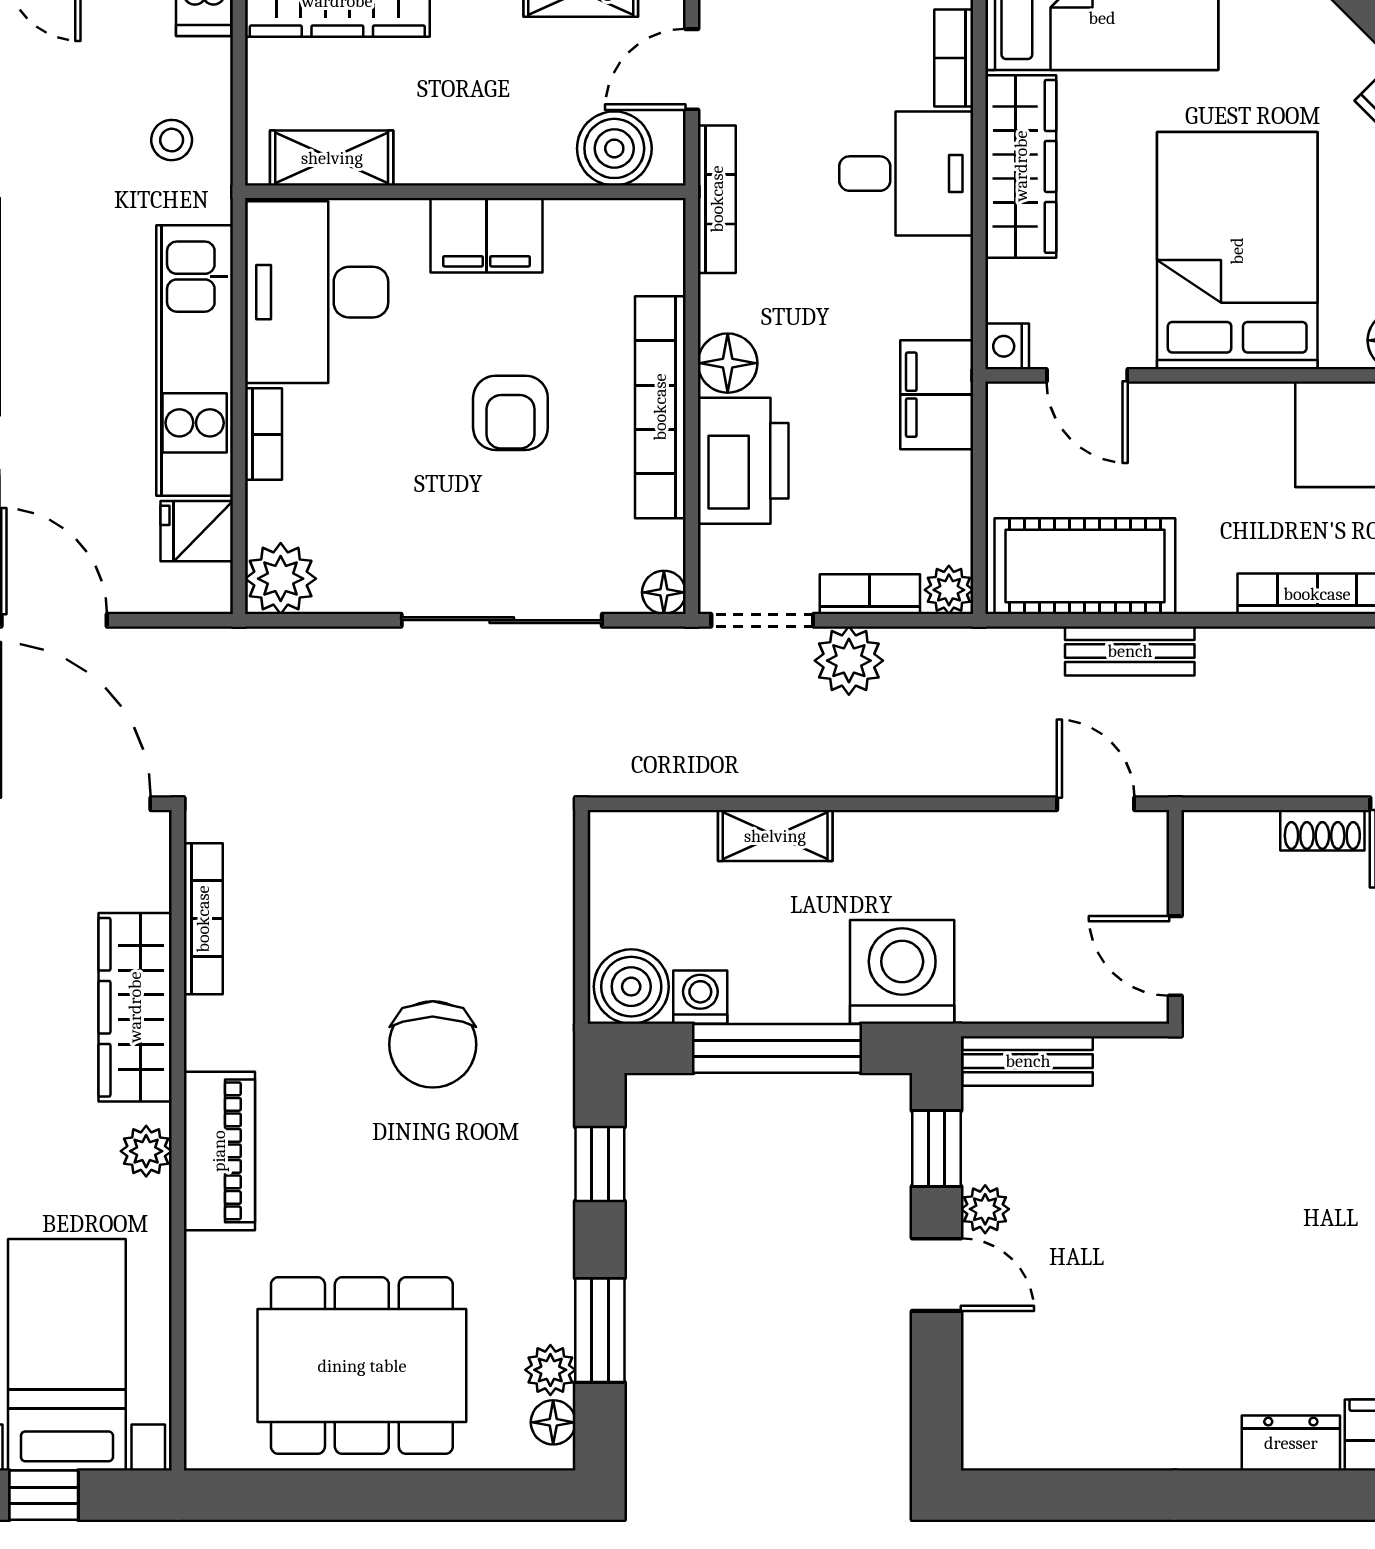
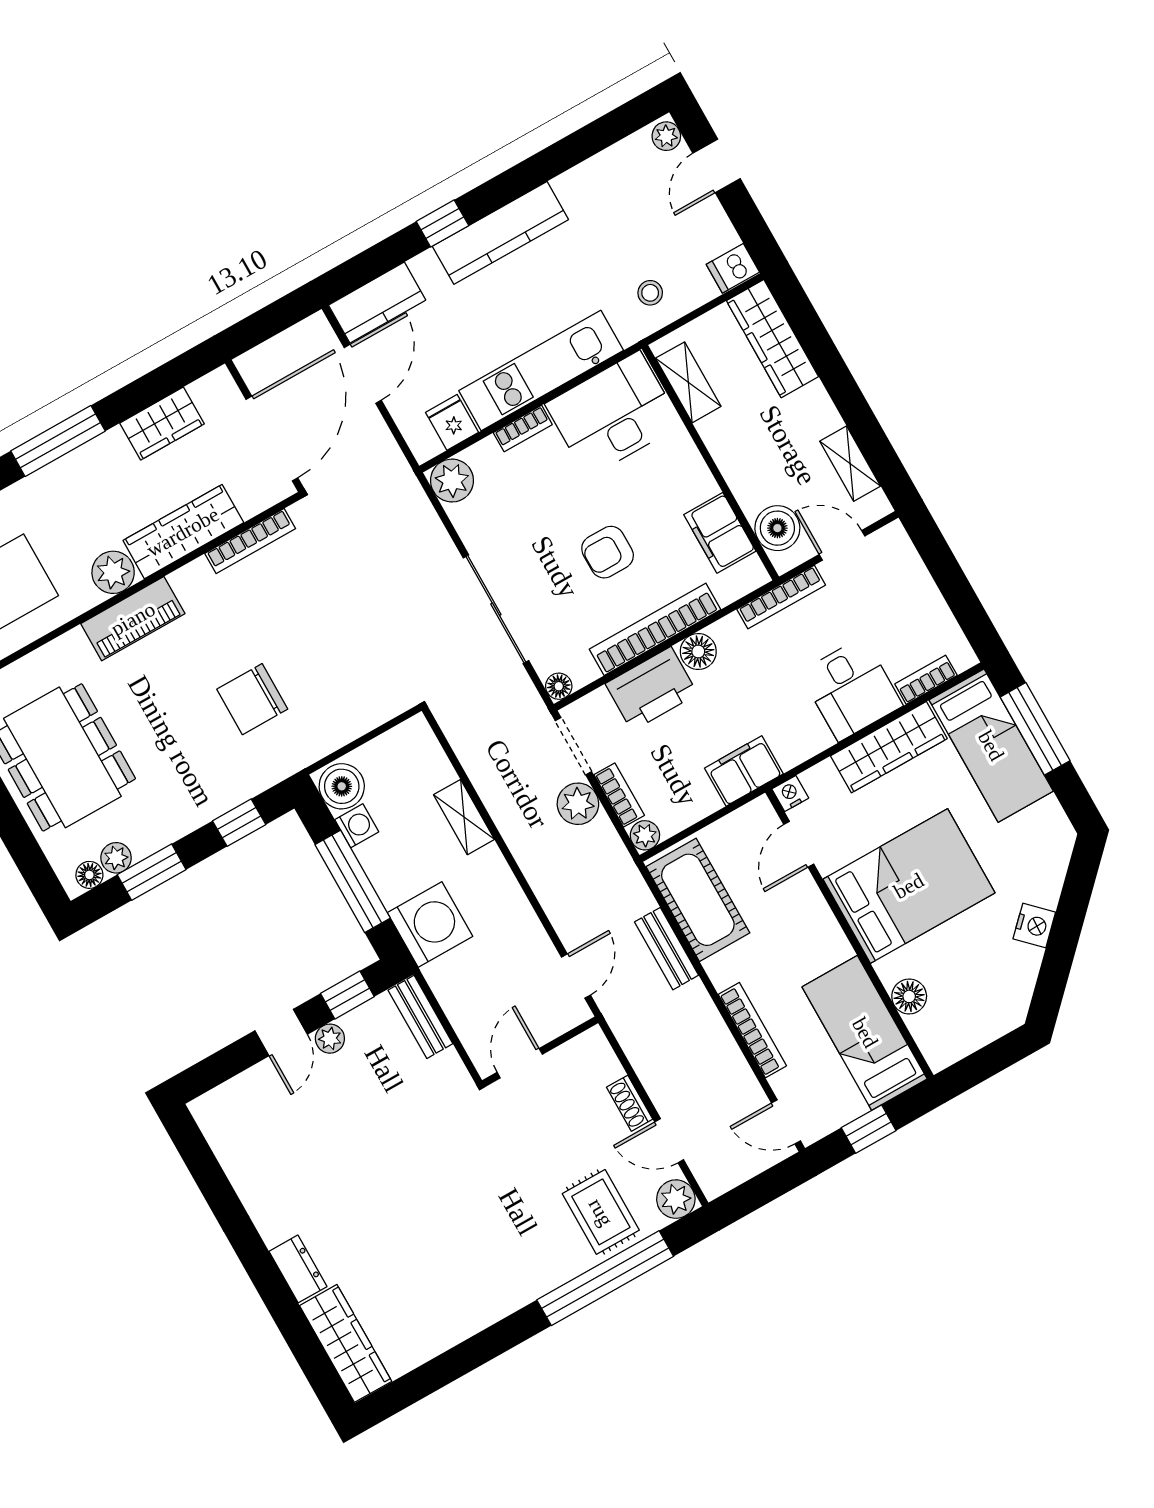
filing cabinet: (486, 235) -> (720, 533), moved
plant: (146, 1151) -> (113, 572), width x1.38, depth x1.38

